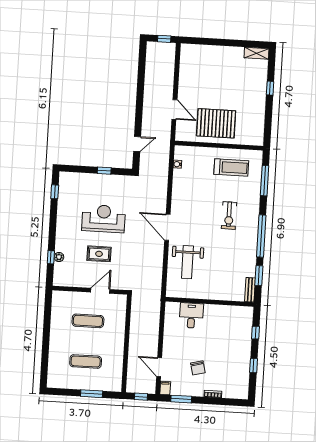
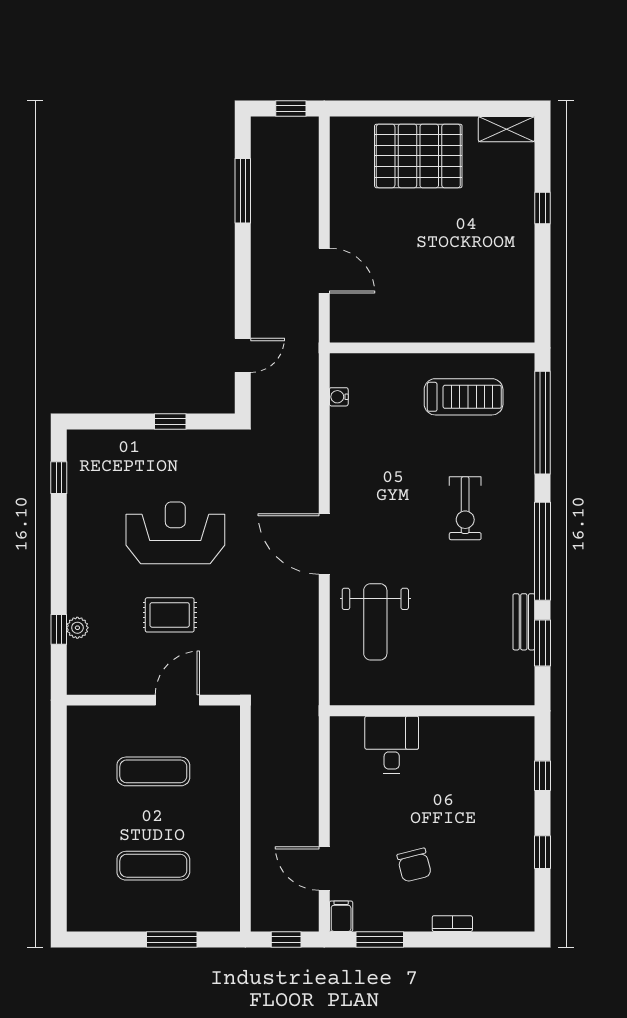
window: (141, 73) -> (243, 191), added
pallet: (216, 123) -> (418, 156), moved
window: (265, 181) -> (542, 423), width x1.46
bench: (250, 290) -> (524, 622), moved

